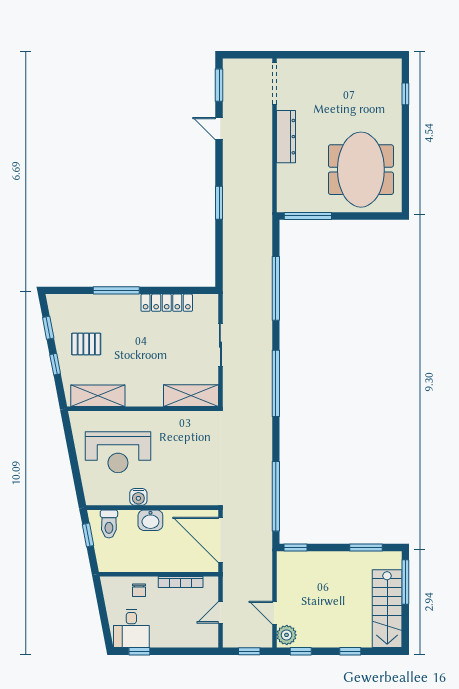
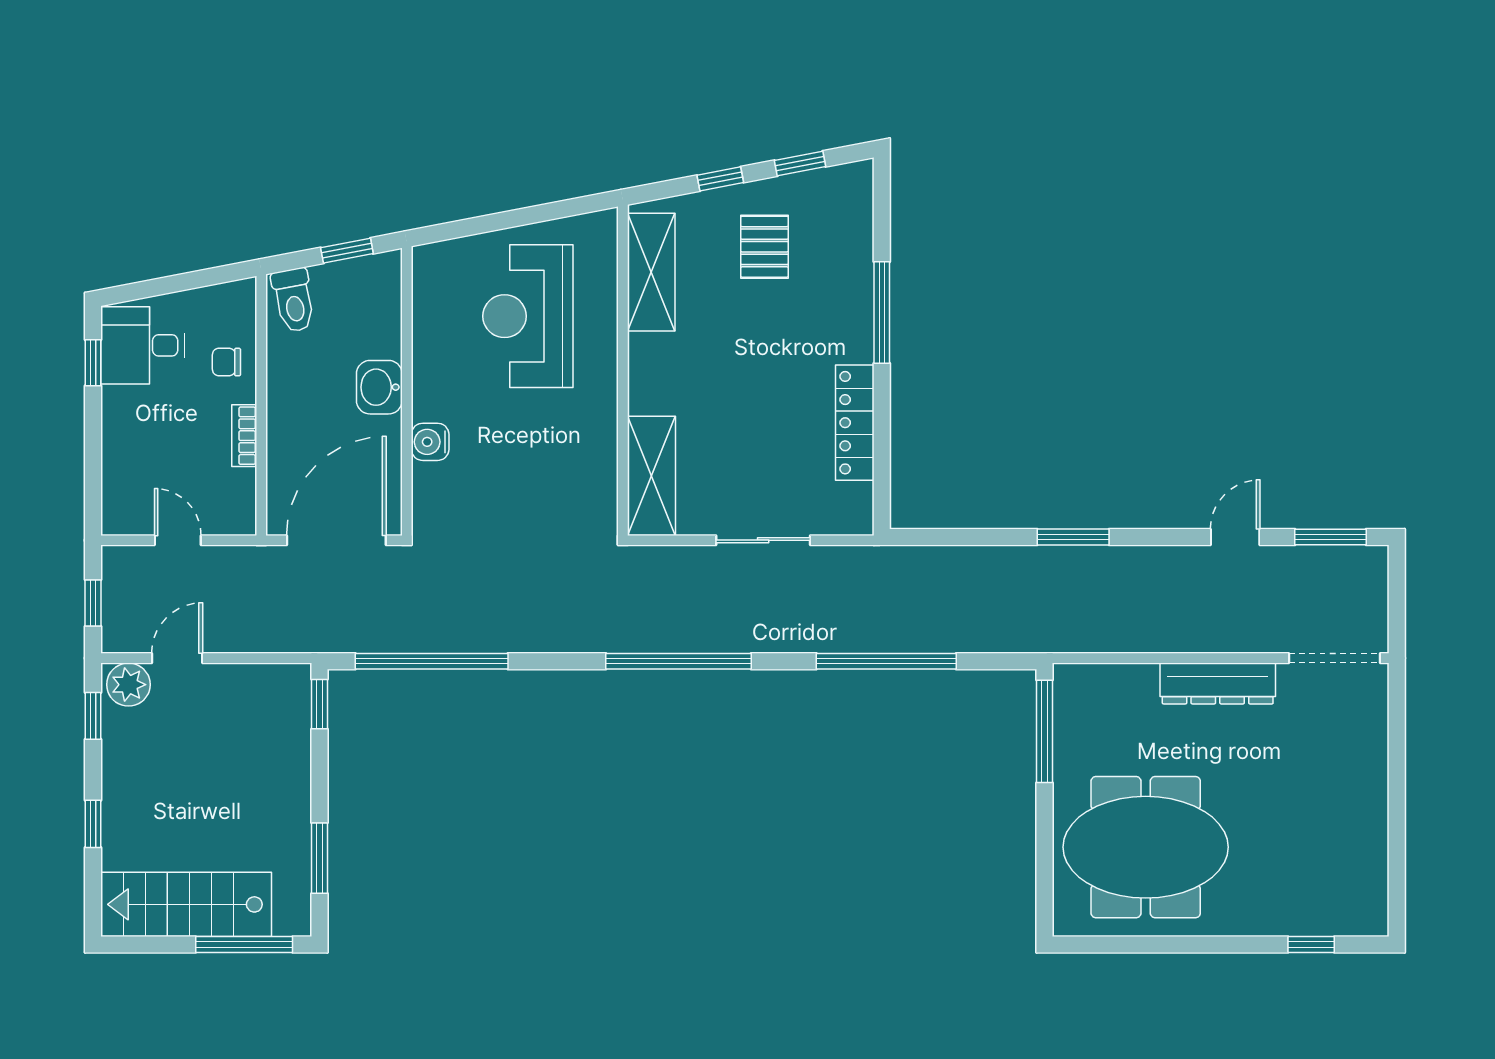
water cooler: (138, 497) -> (430, 442), moved
toilet: (109, 524) -> (294, 300), moved, turned -101
bookcase: (181, 582) -> (244, 436), width x0.64

